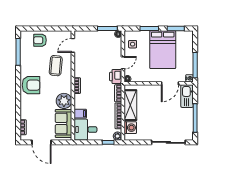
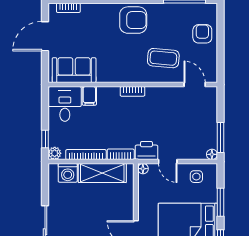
armchair: (31, 85) -> (133, 20), turned -90
plant: (64, 101) -> (109, 71), removed

